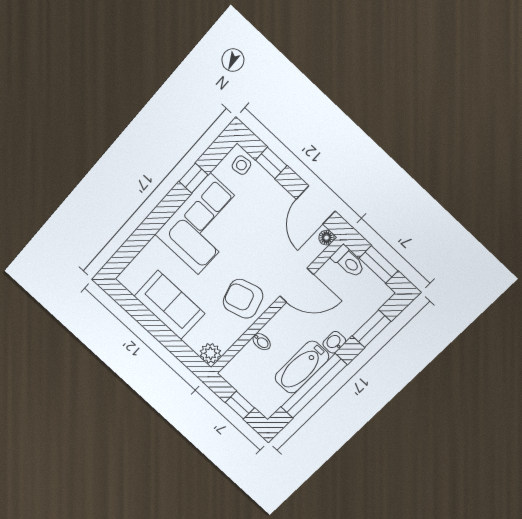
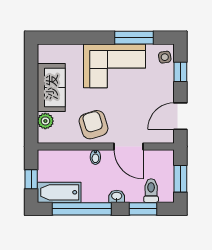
window: (194, 178) -> (134, 38), width x2.17
floor lamp: (326, 238) -> (169, 138), removed
toilet: (348, 262) -> (151, 191), moved, turned 180
bidet: (262, 342) -> (95, 157), moved
plant: (210, 353) -> (45, 121), moved
bathtub: (302, 367) -> (59, 192), moved

